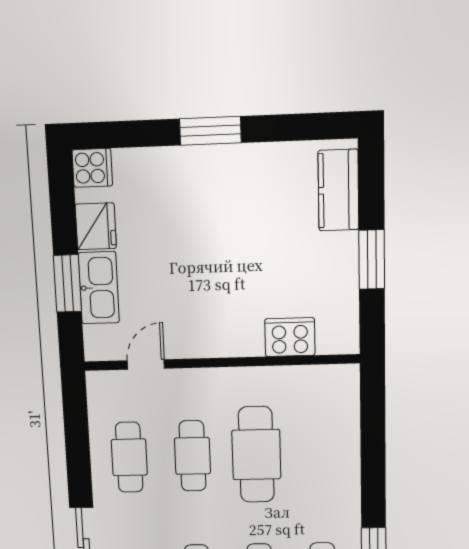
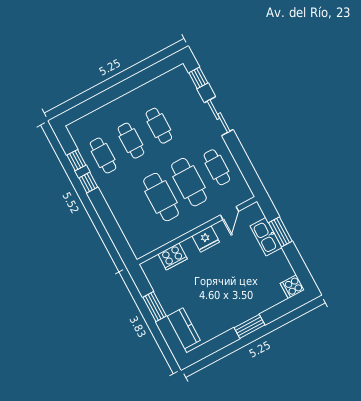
fridge: (96, 226) -> (206, 239), moved, turned -90
cafe table: (193, 456) -> (189, 182), width x1.37, depth x1.35

